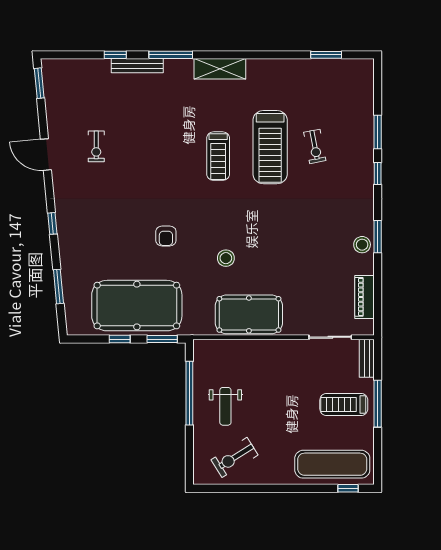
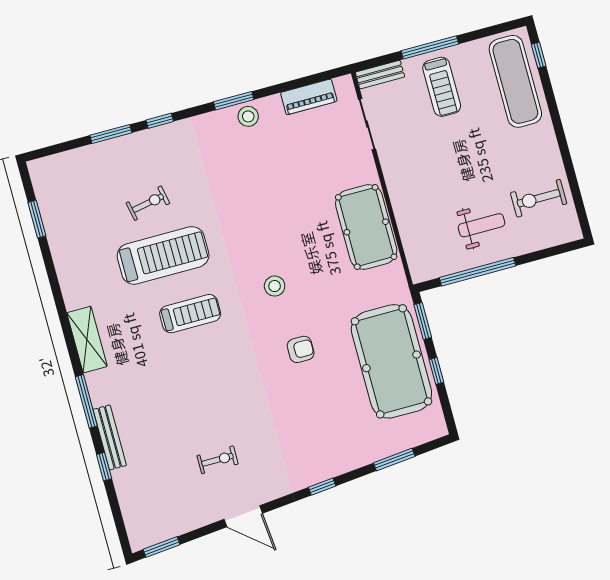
door: (46, 155) -> (243, 516), hinge flipped
stool: (226, 258) -> (275, 286), moved
exercise bike: (235, 457) -> (539, 198), turned 122

